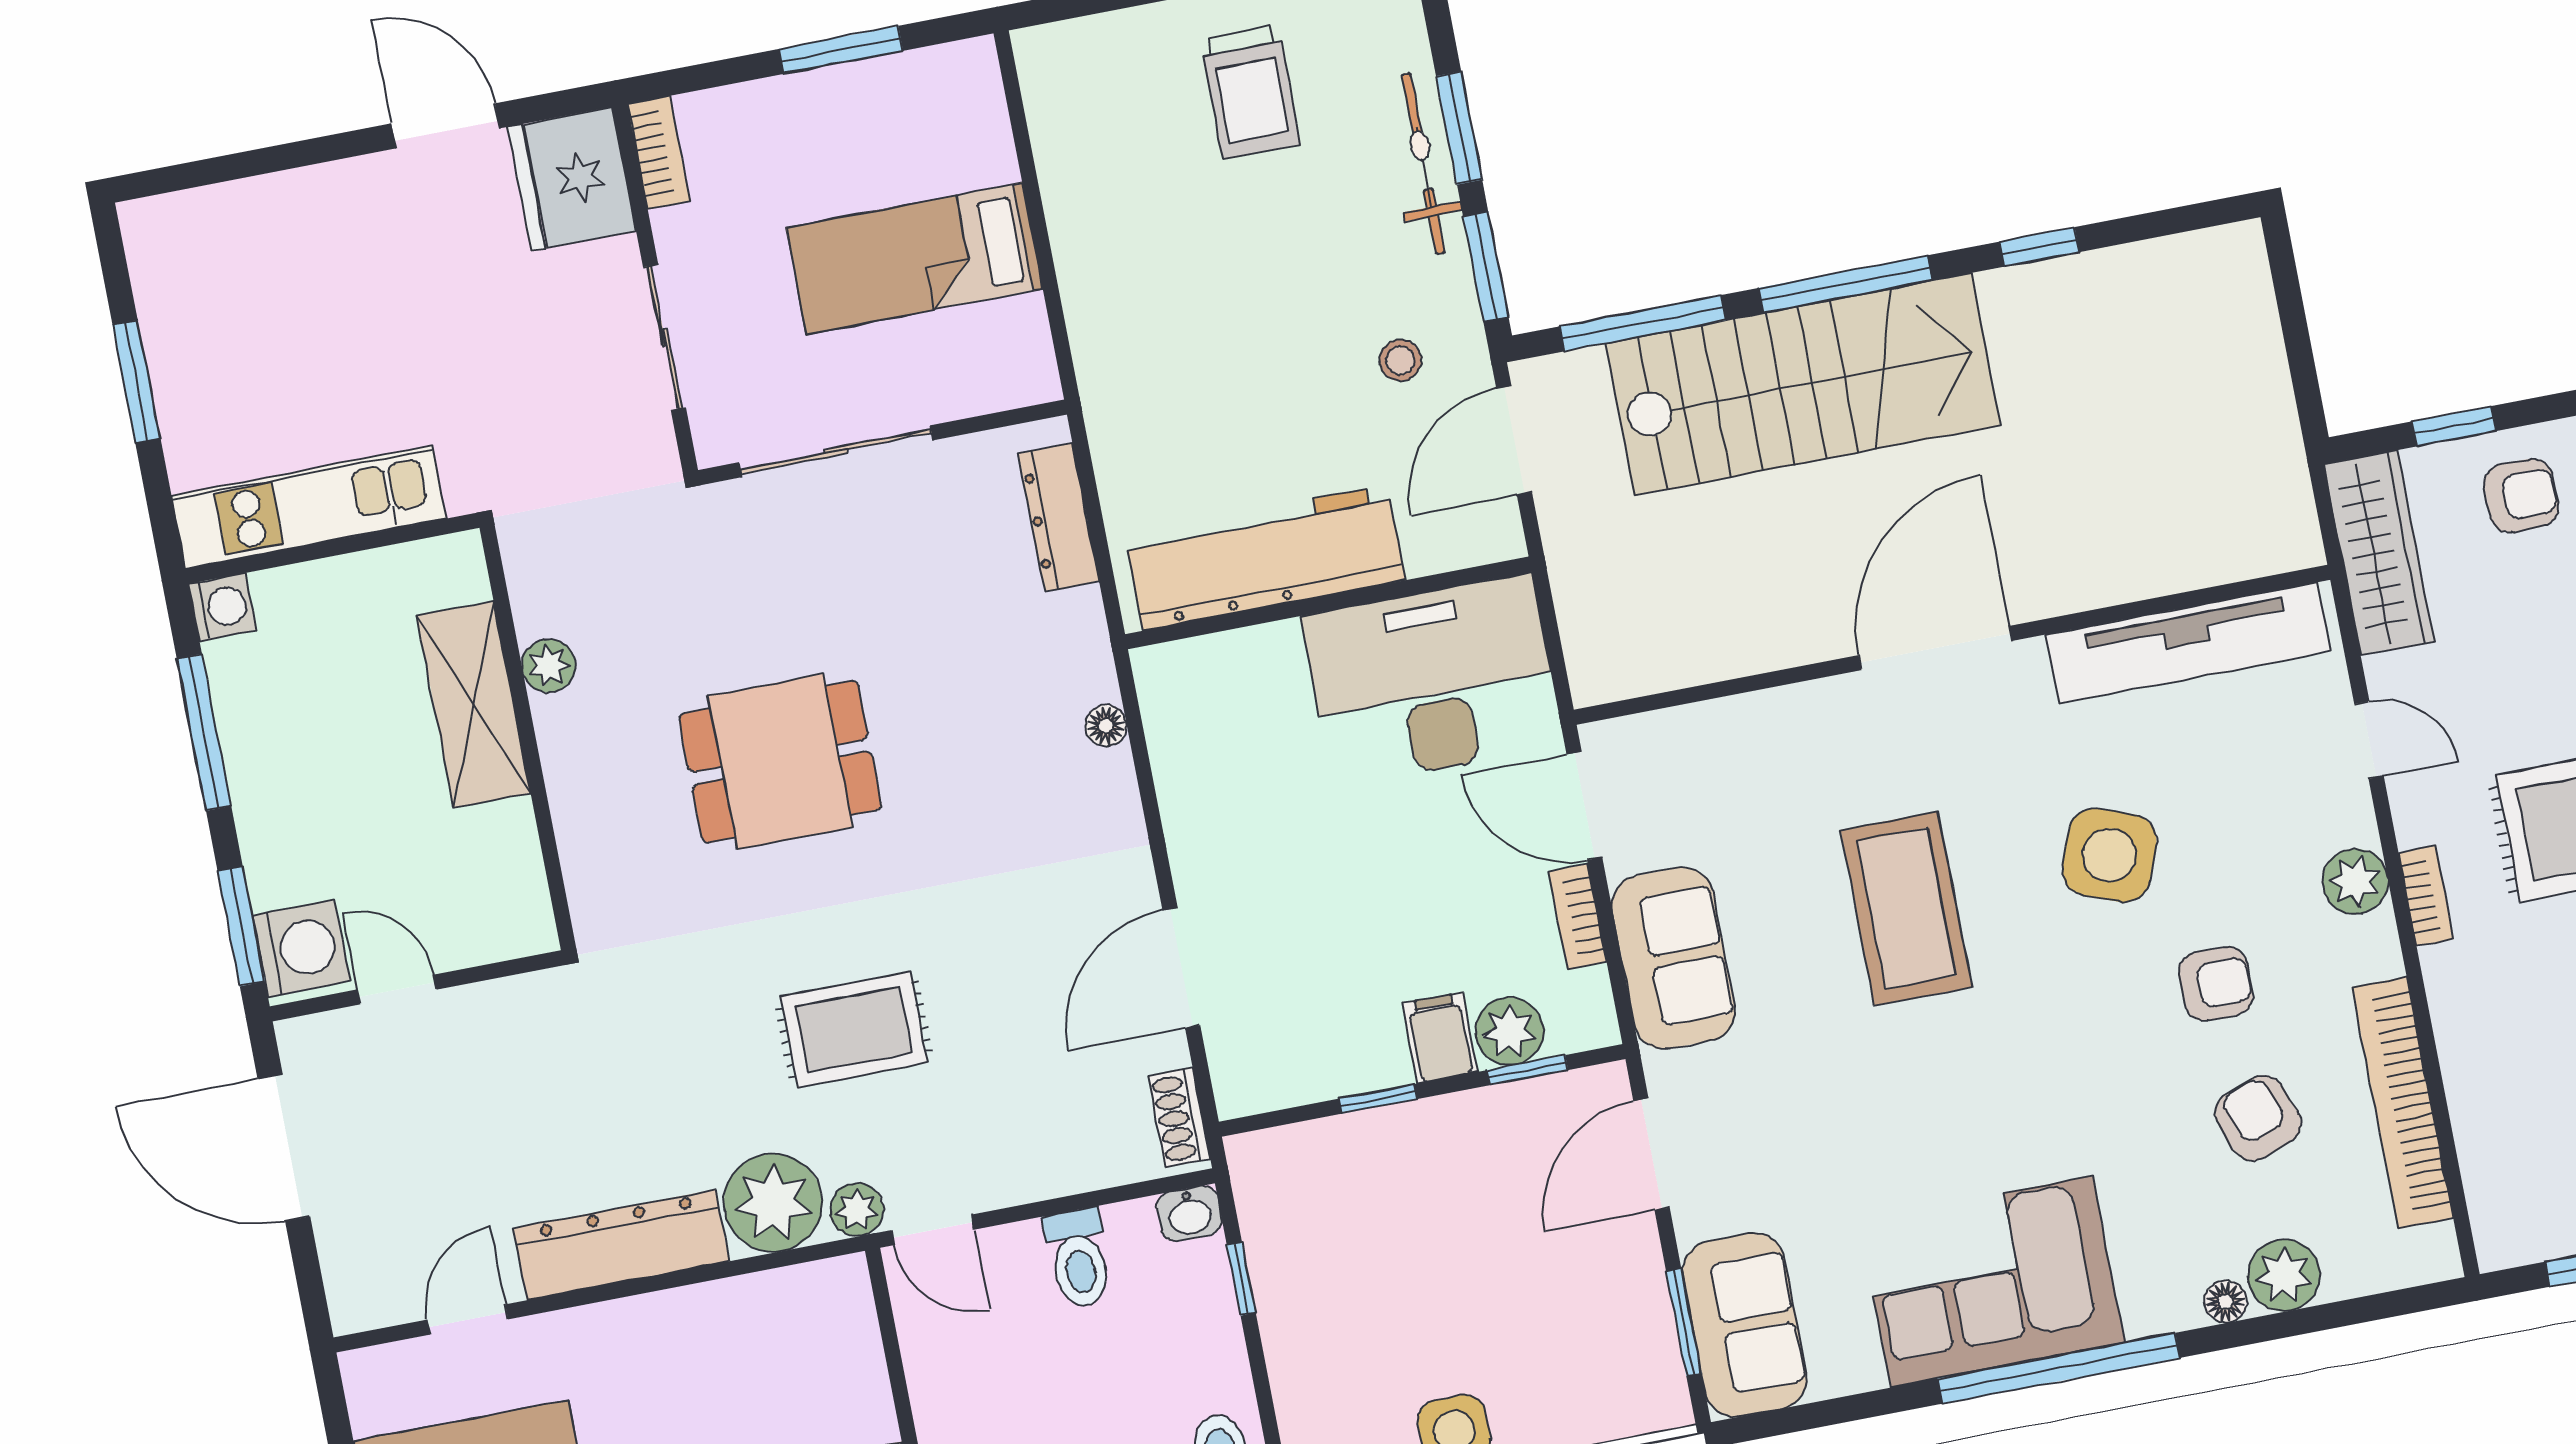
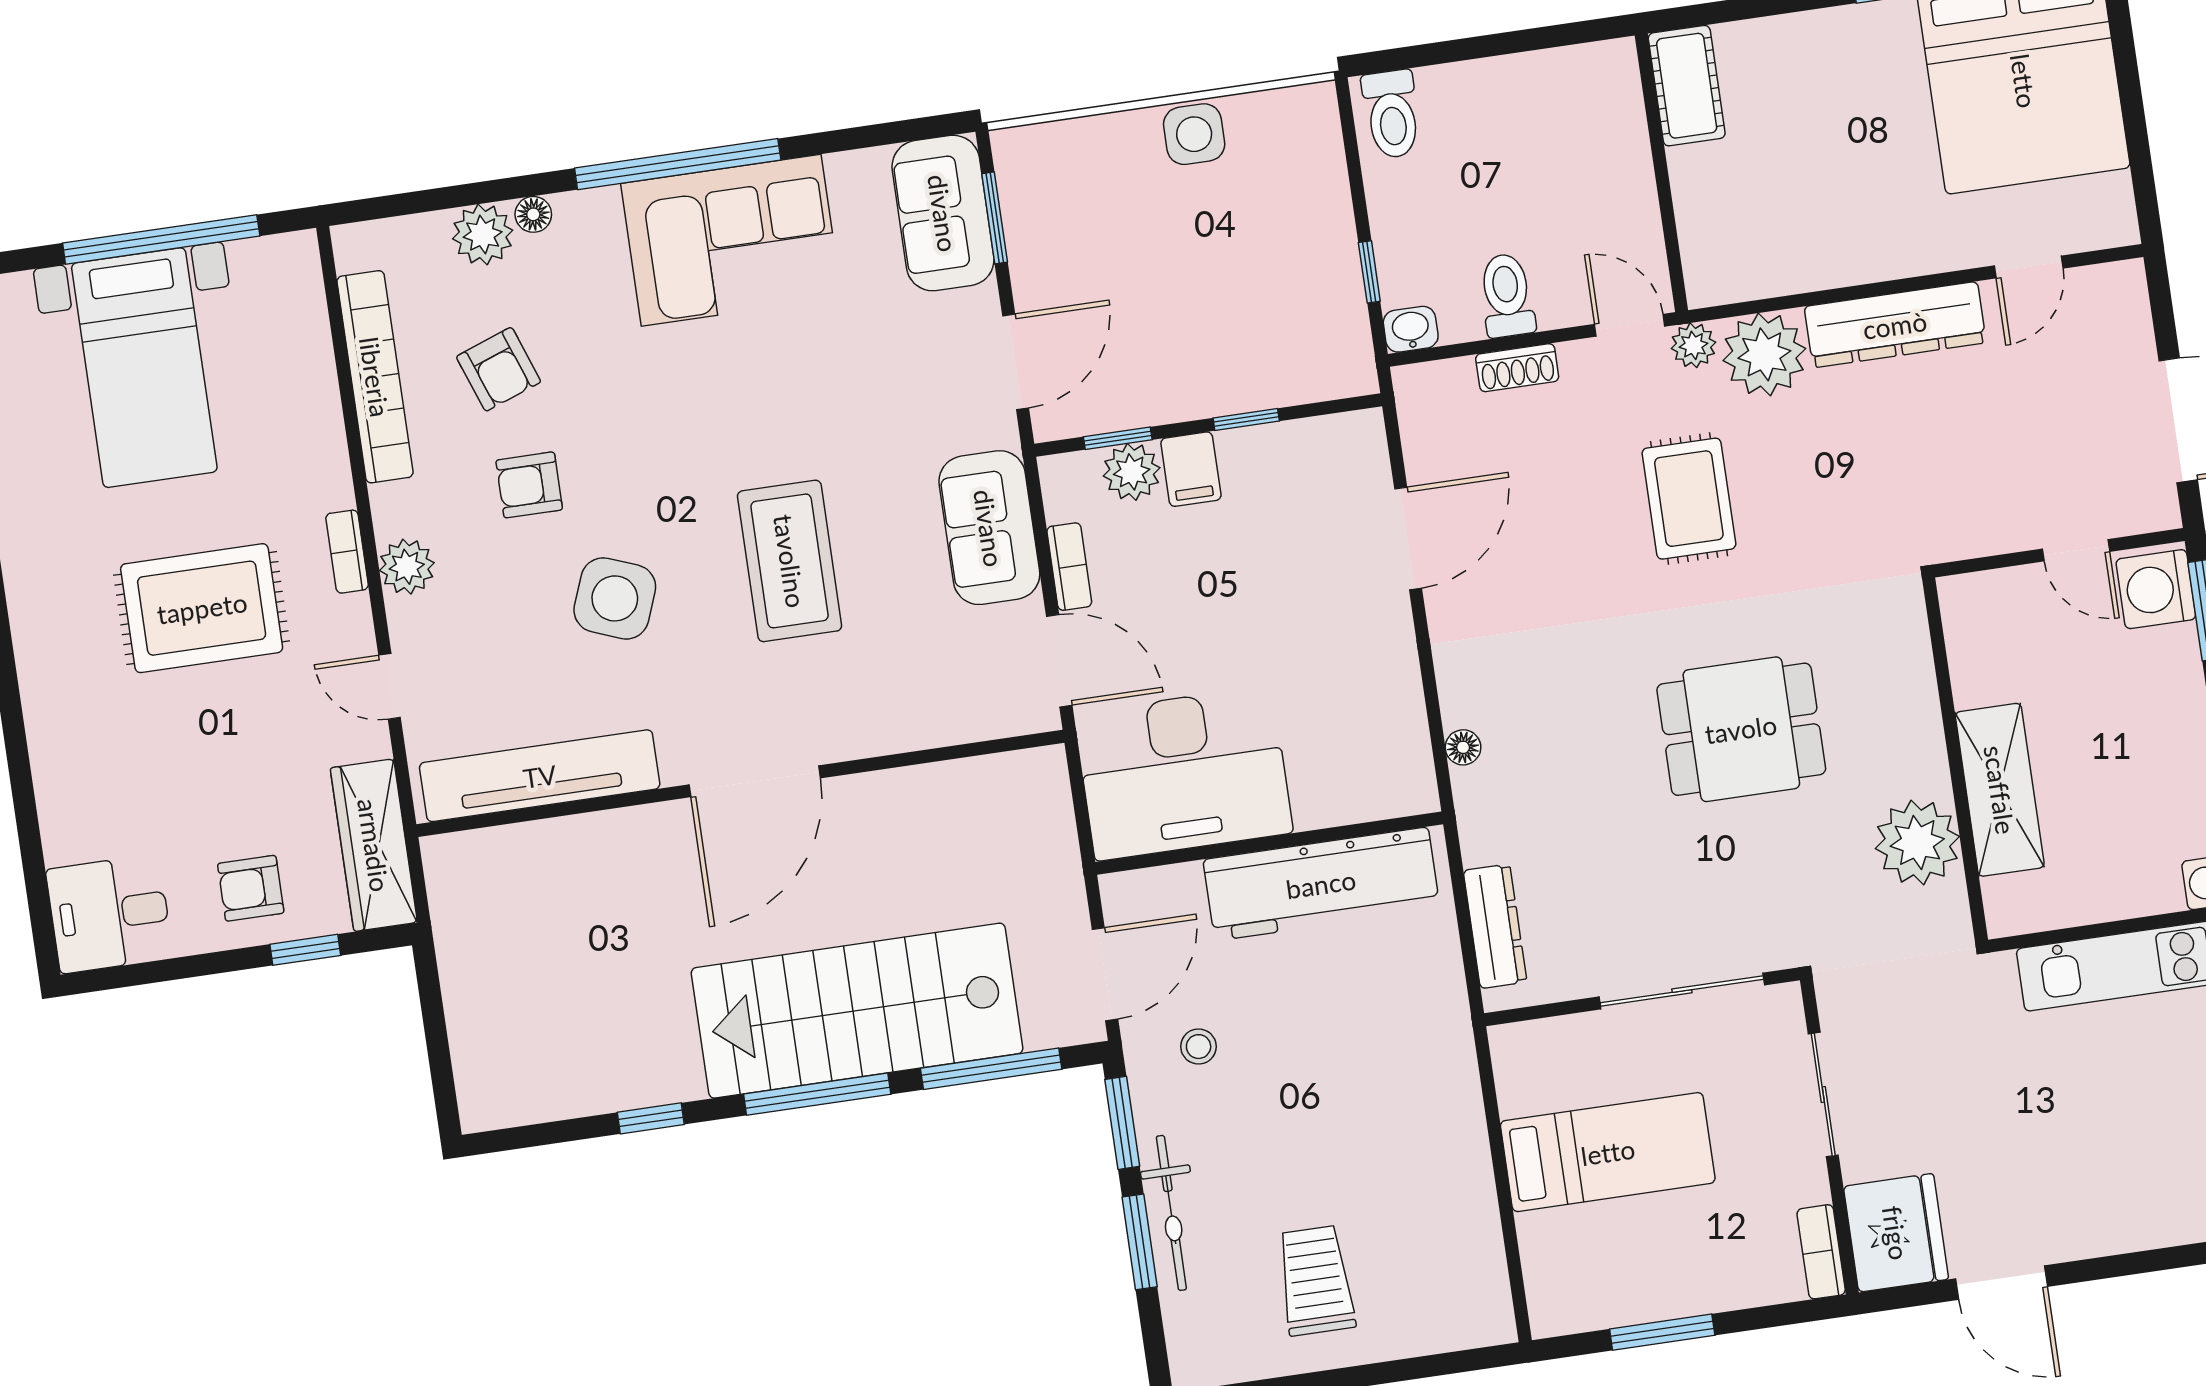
plant: (549, 666) -> (1917, 842), width x1.88, depth x1.88
rug: (854, 1030) -> (1689, 499), turned 90
shoe rack: (1179, 1118) -> (1517, 368), moved, turned 90

